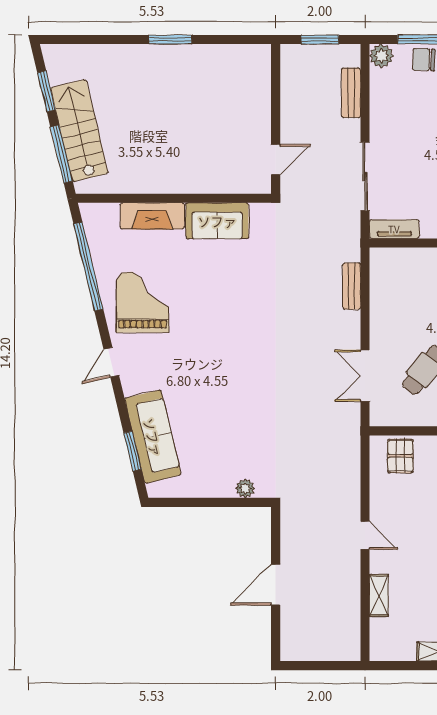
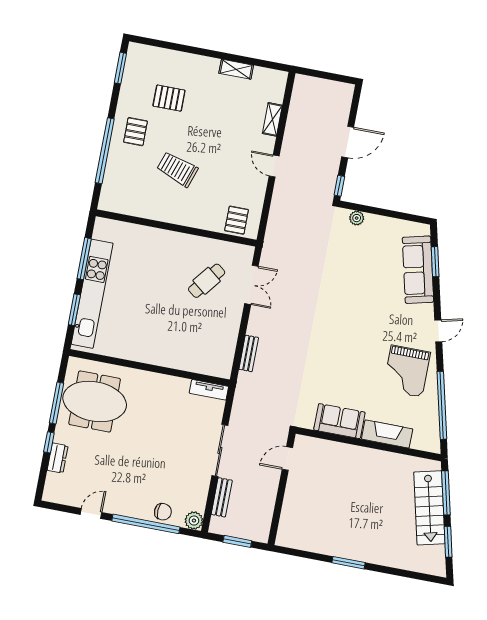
sliding door: (365, 176) -> (220, 450), moved
window: (276, 526) -> (339, 186), added

